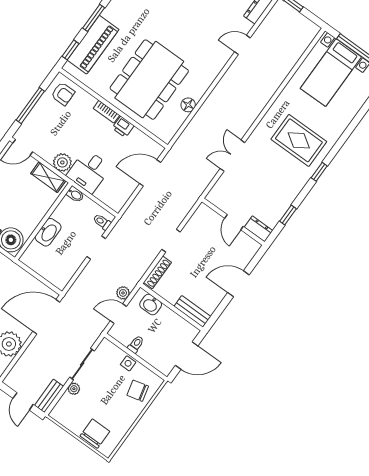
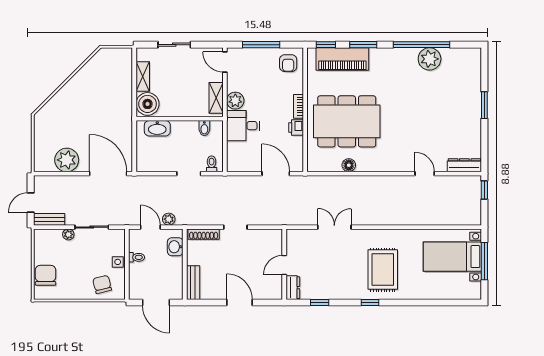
bidet: (75, 194) -> (204, 128), moved
washbasin: (48, 232) -> (157, 128), moved
chair: (95, 434) -> (46, 275), turned -90

